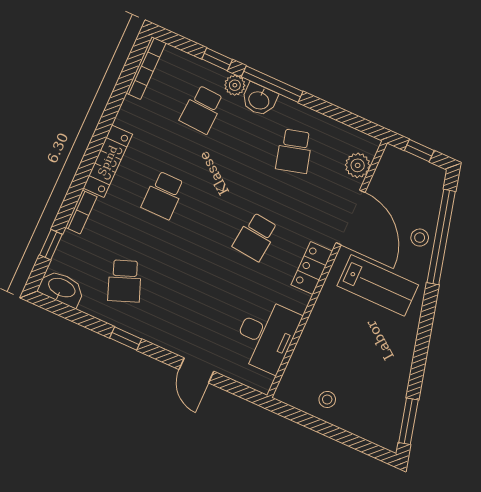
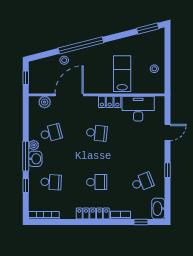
plant: (235, 85) -> (34, 145), moved
window: (441, 237) -> (81, 45), moved
locker: (312, 268) -> (110, 102), moved
lab bench: (378, 285) -> (122, 74), moved

